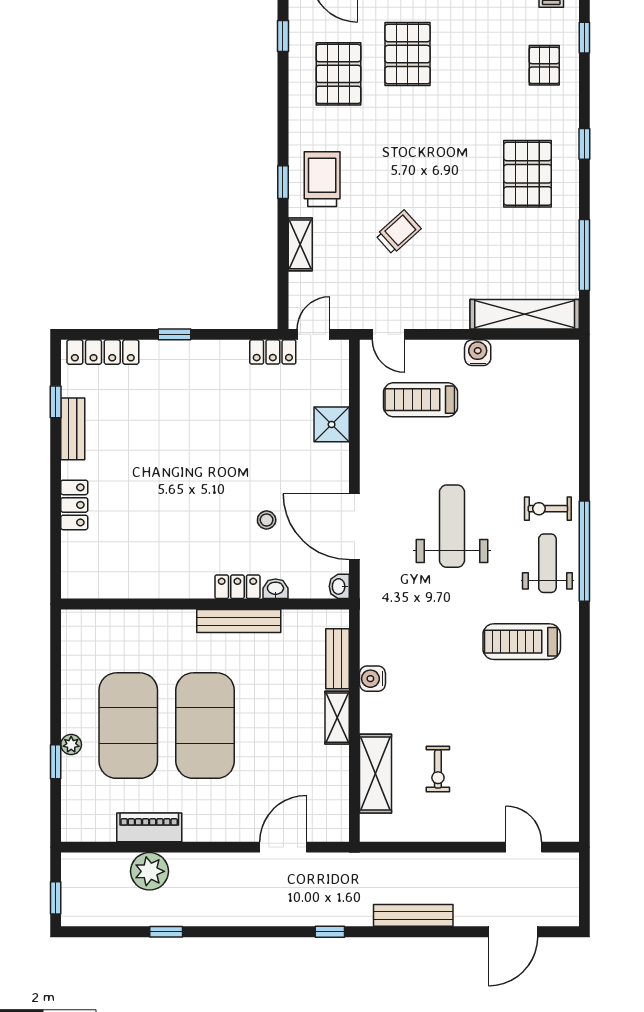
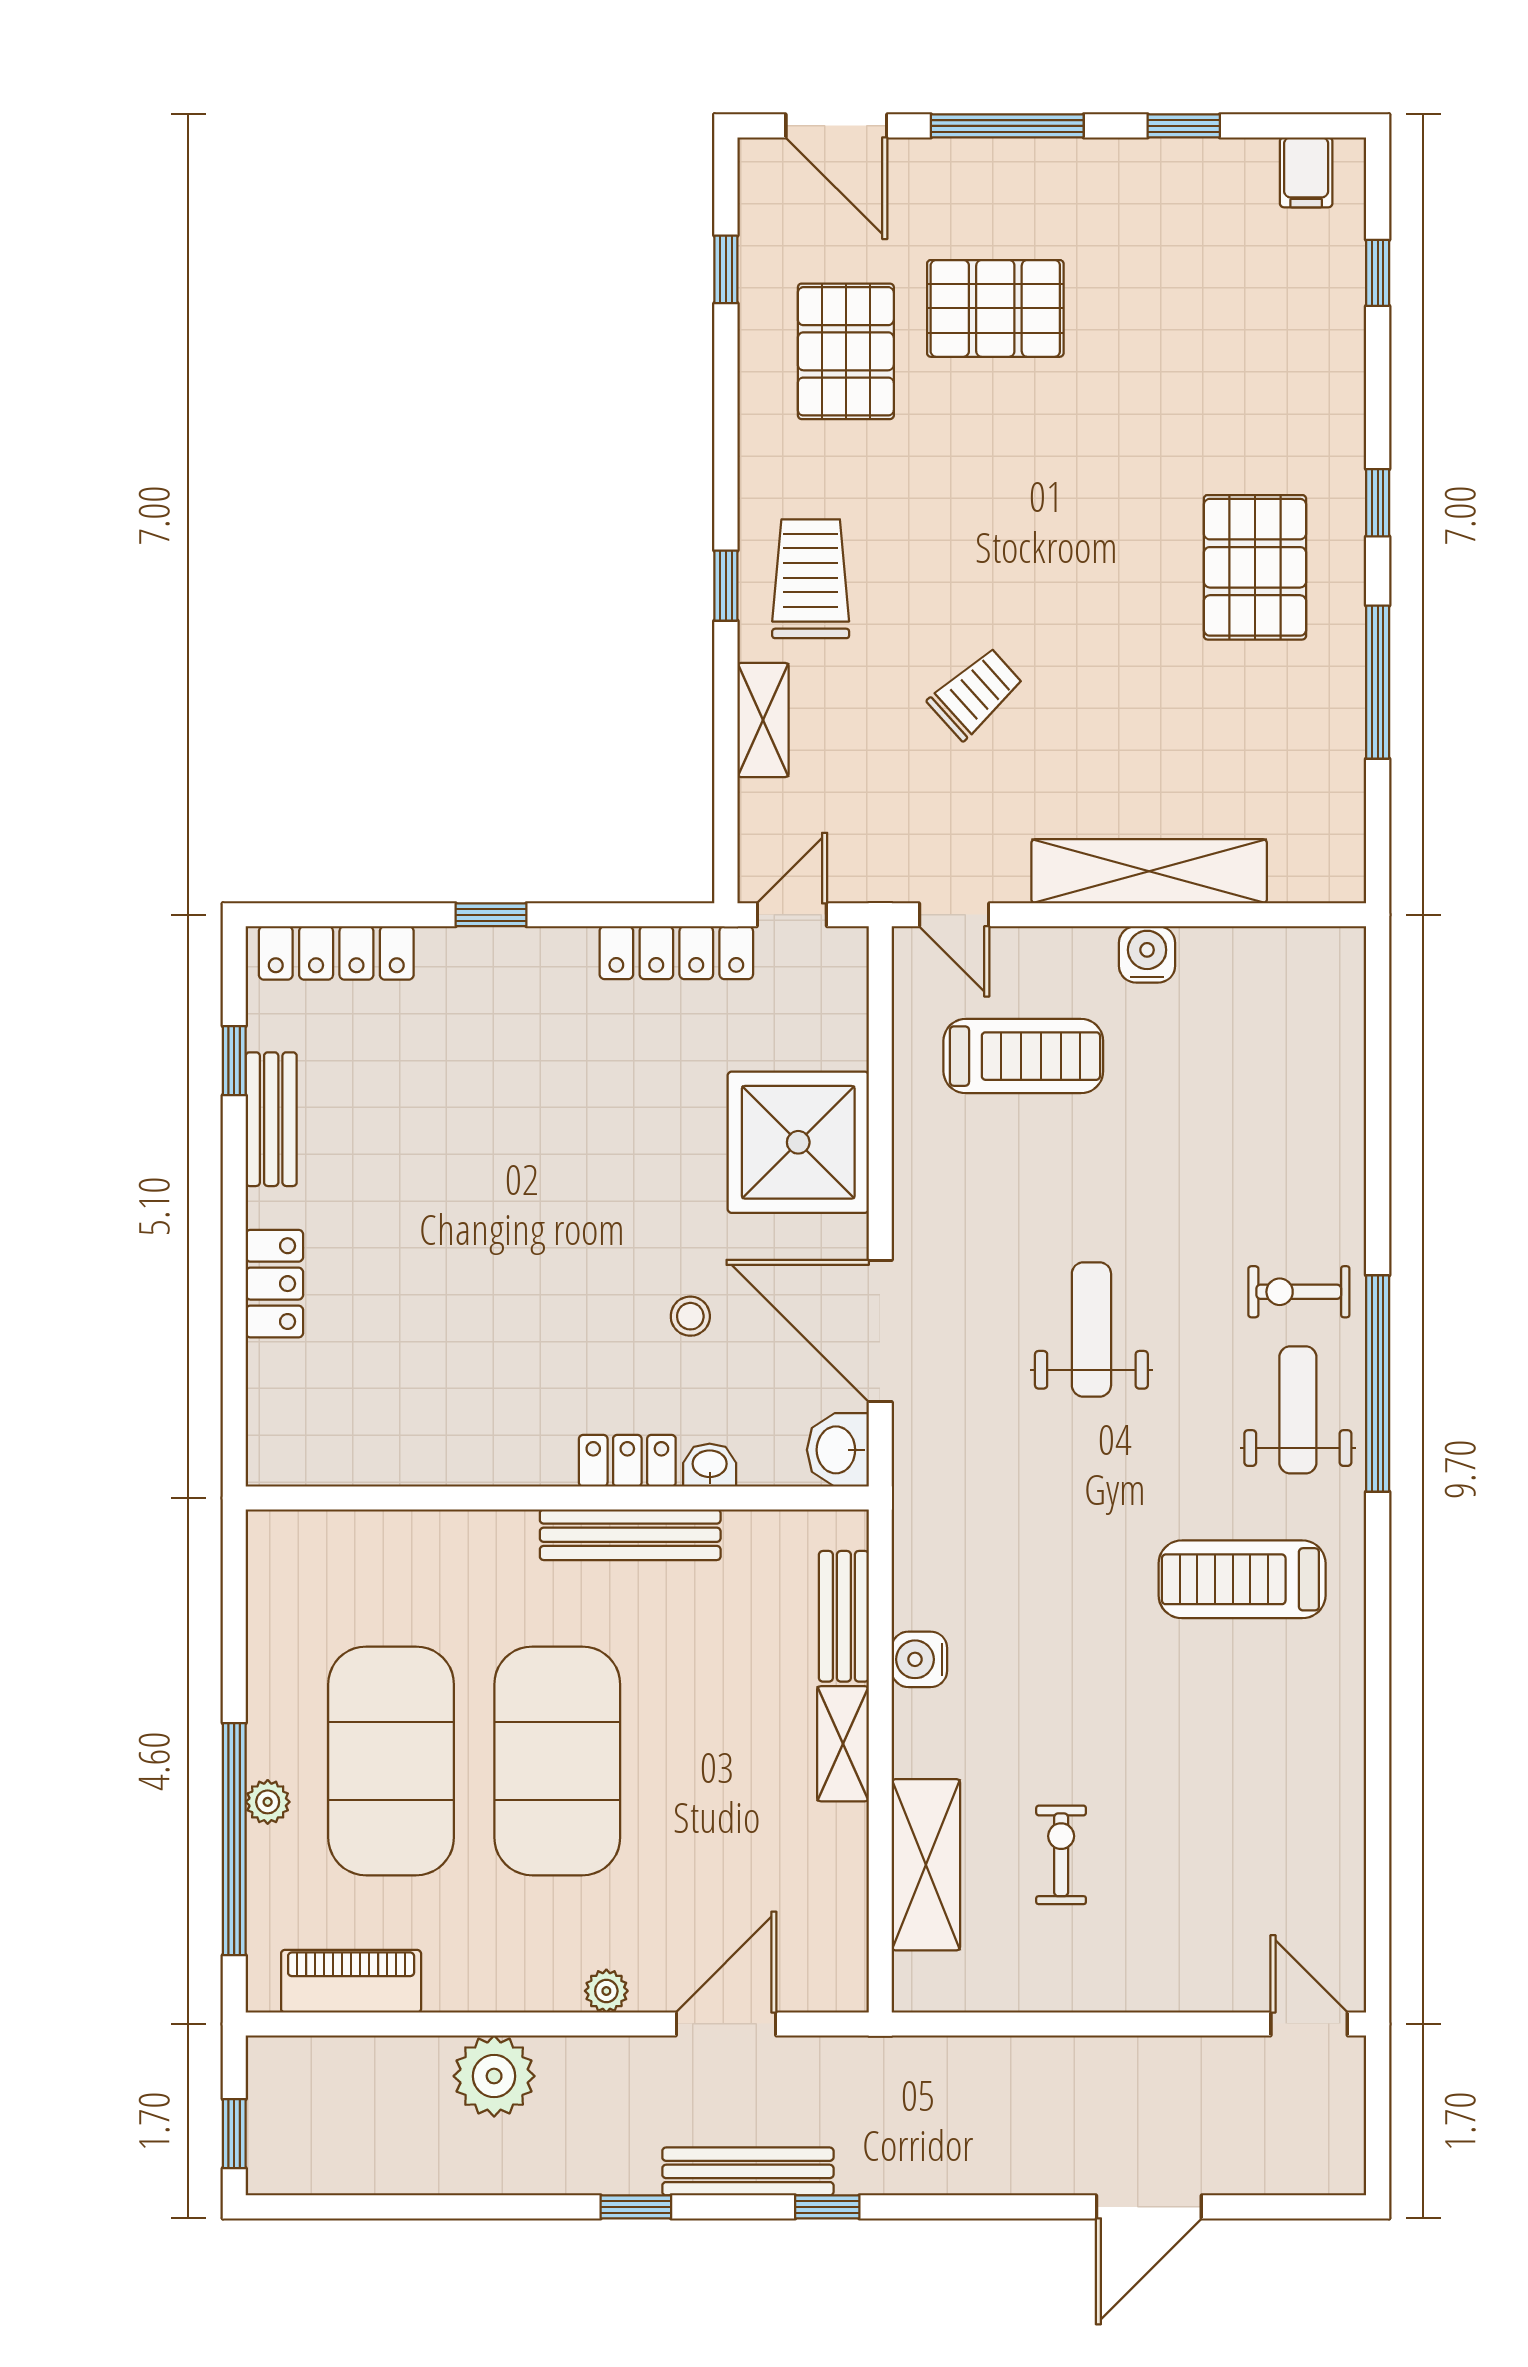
pallet: (408, 54) -> (995, 308), turned 90
pallet: (544, 65) -> (1291, 333), removed
window: (584, 255) -> (1378, 682), moved
shelving: (525, 314) -> (1149, 871), moved
locker: (273, 352) -> (676, 953), width x1.53
treadmill: (421, 400) -> (1023, 1056), turned 180
shower: (332, 424) -> (798, 1142), width x1.86, depth x1.86
weight bench: (452, 526) -> (1091, 1329), width x0.73, depth x0.75
washbasin: (339, 586) -> (838, 1450), width x1.38, depth x1.45
window: (56, 762) -> (234, 1839), width x3.17
exercise bike: (438, 769) -> (1061, 1855), turned 180
piano: (149, 827) -> (351, 1981), moved
plant: (228, 832) -> (606, 1991), added
door: (524, 847) -> (1309, 2024), moved
plant: (149, 871) -> (494, 2076), moved
bench: (413, 915) -> (748, 2171), moved
window: (166, 932) -> (636, 2207), moved
door: (513, 932) -> (1149, 2207), moved

